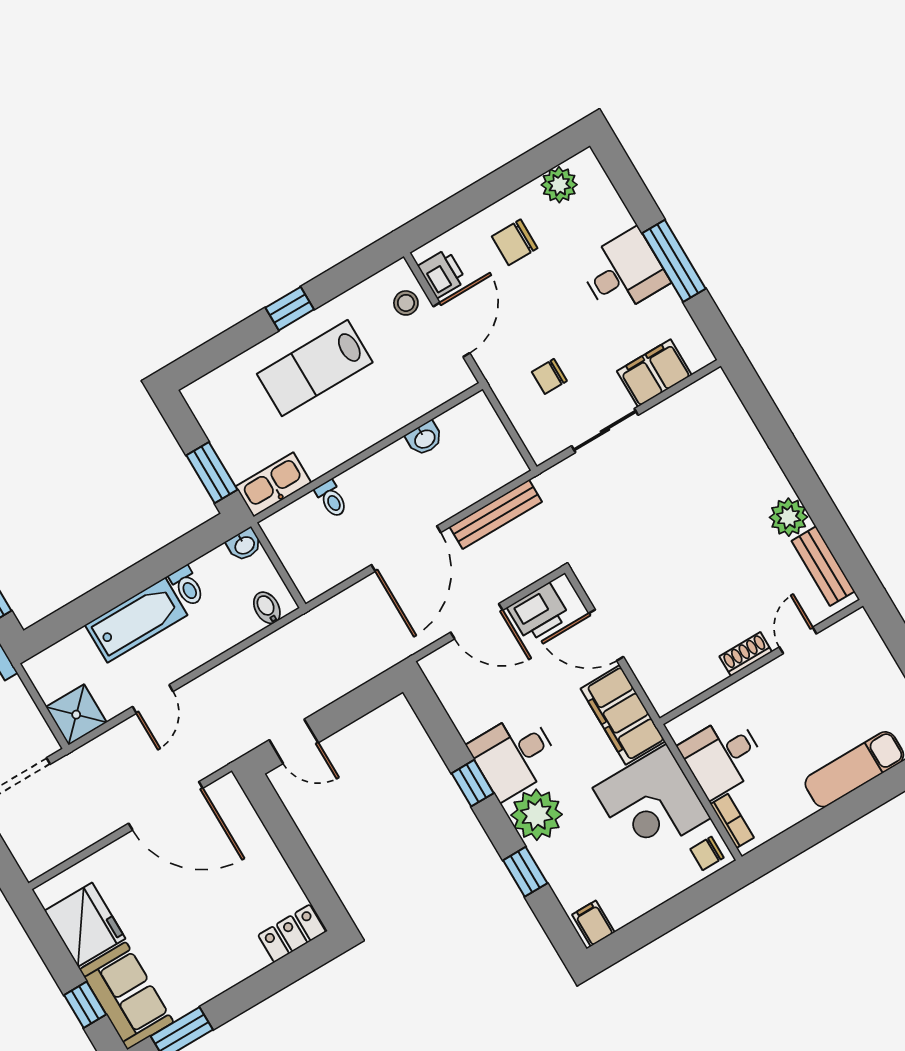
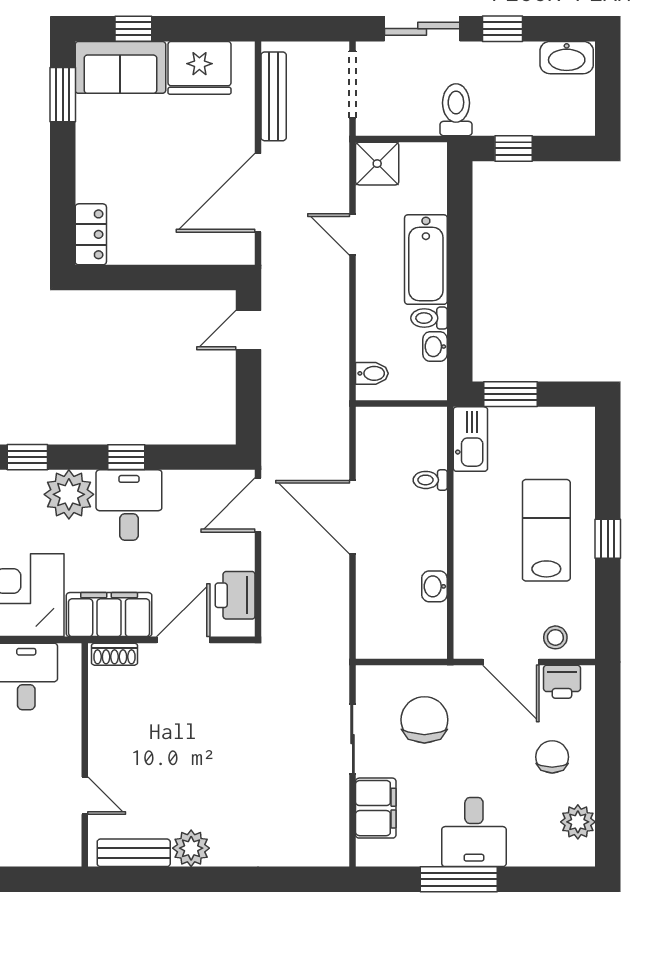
chair: (549, 376) -> (424, 720), width x1.87, depth x1.87
bench: (496, 514) -> (274, 96), moved
washbasin: (244, 545) -> (435, 347), moved
door: (477, 621) -> (258, 505), moved
shoe rack: (746, 654) -> (114, 654), moved, turned 90

